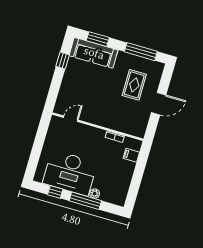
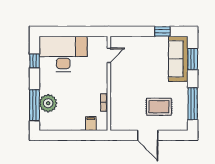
door: (71, 119) -> (109, 55), hinge flipped
desk: (70, 173) -> (63, 54), moved, turned 90
plant: (95, 194) -> (48, 103), width x1.88, depth x1.88
window: (85, 201) -> (34, 105), moved

